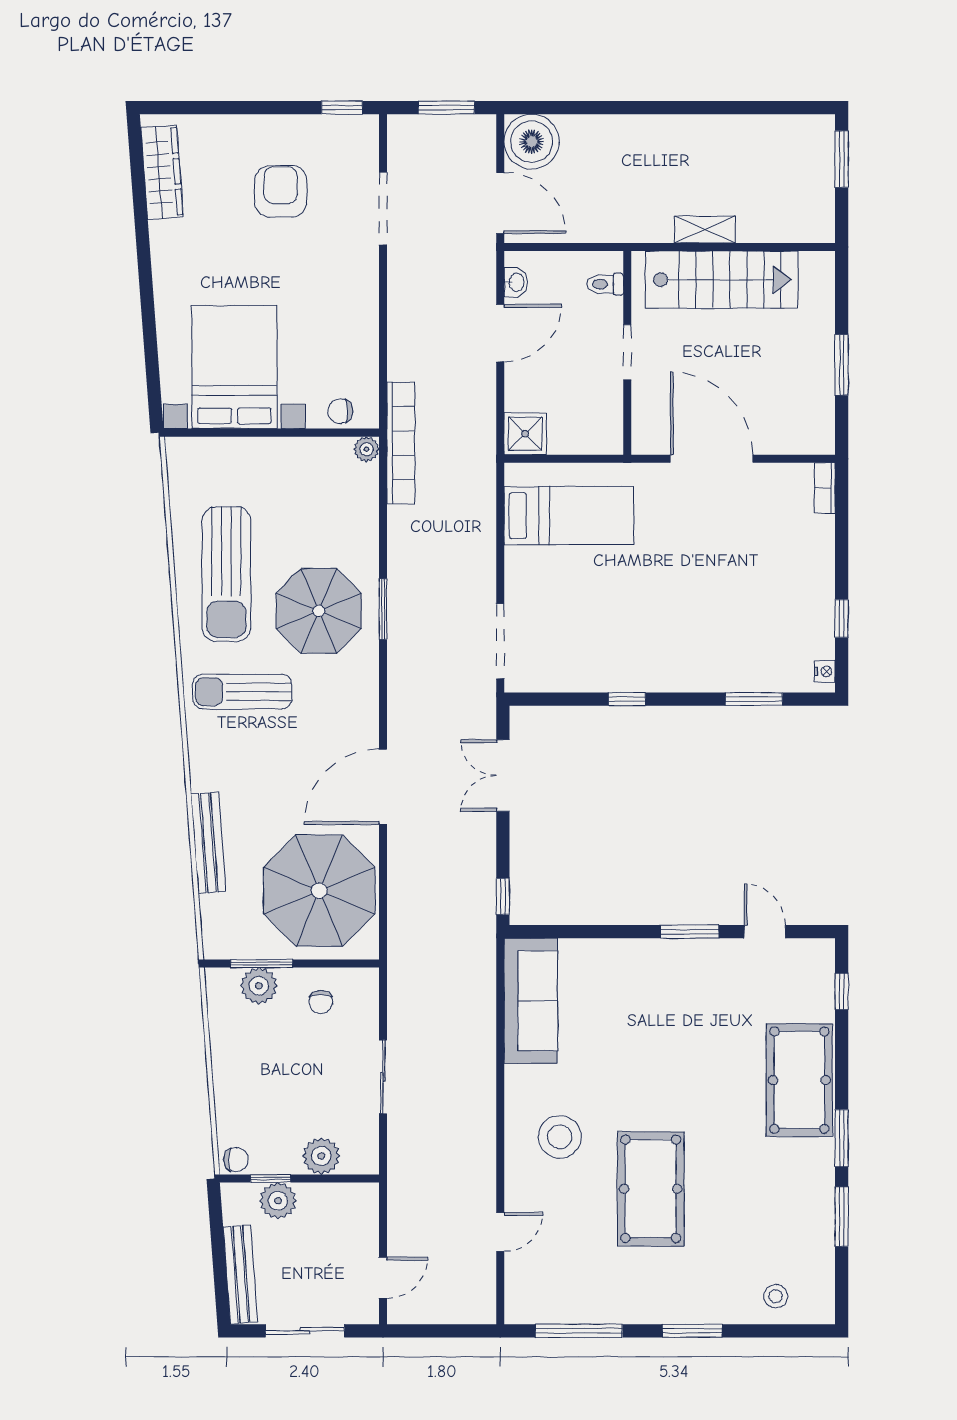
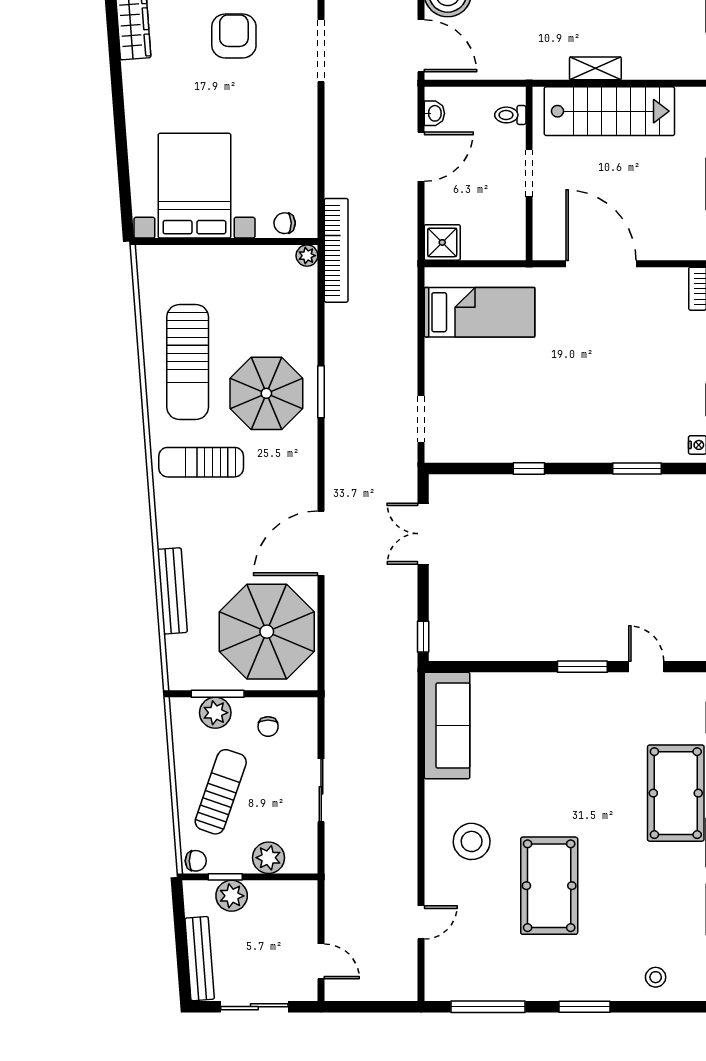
doorway: (500, 641) -> (421, 419), width x0.73
sun lounger: (265, 1079) -> (221, 792), added
door: (383, 1278) -> (321, 961), hinge flipped

